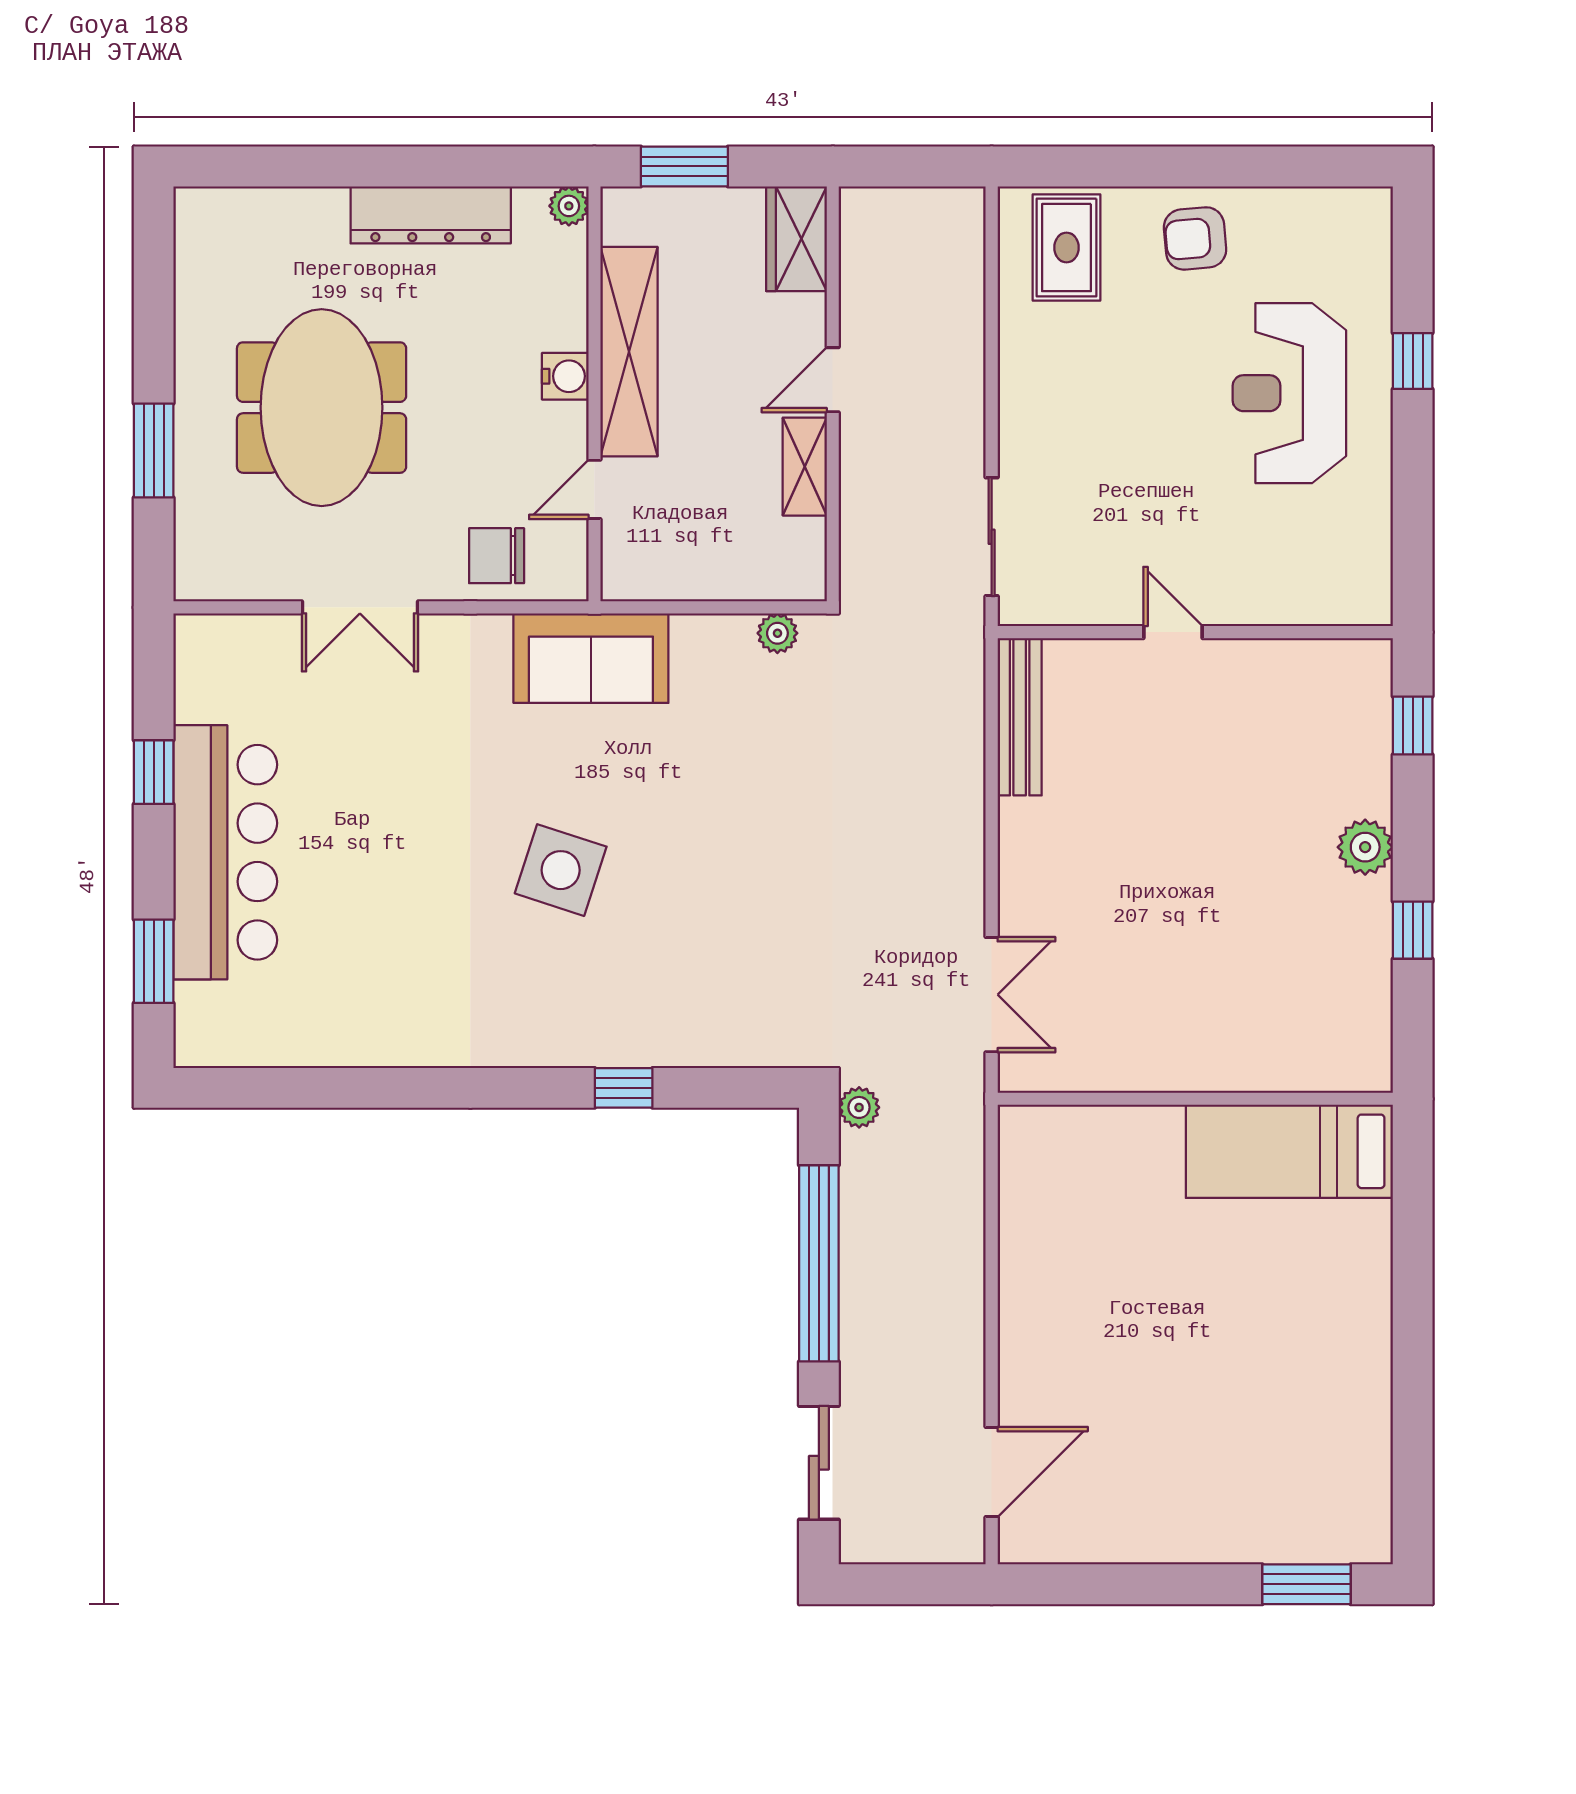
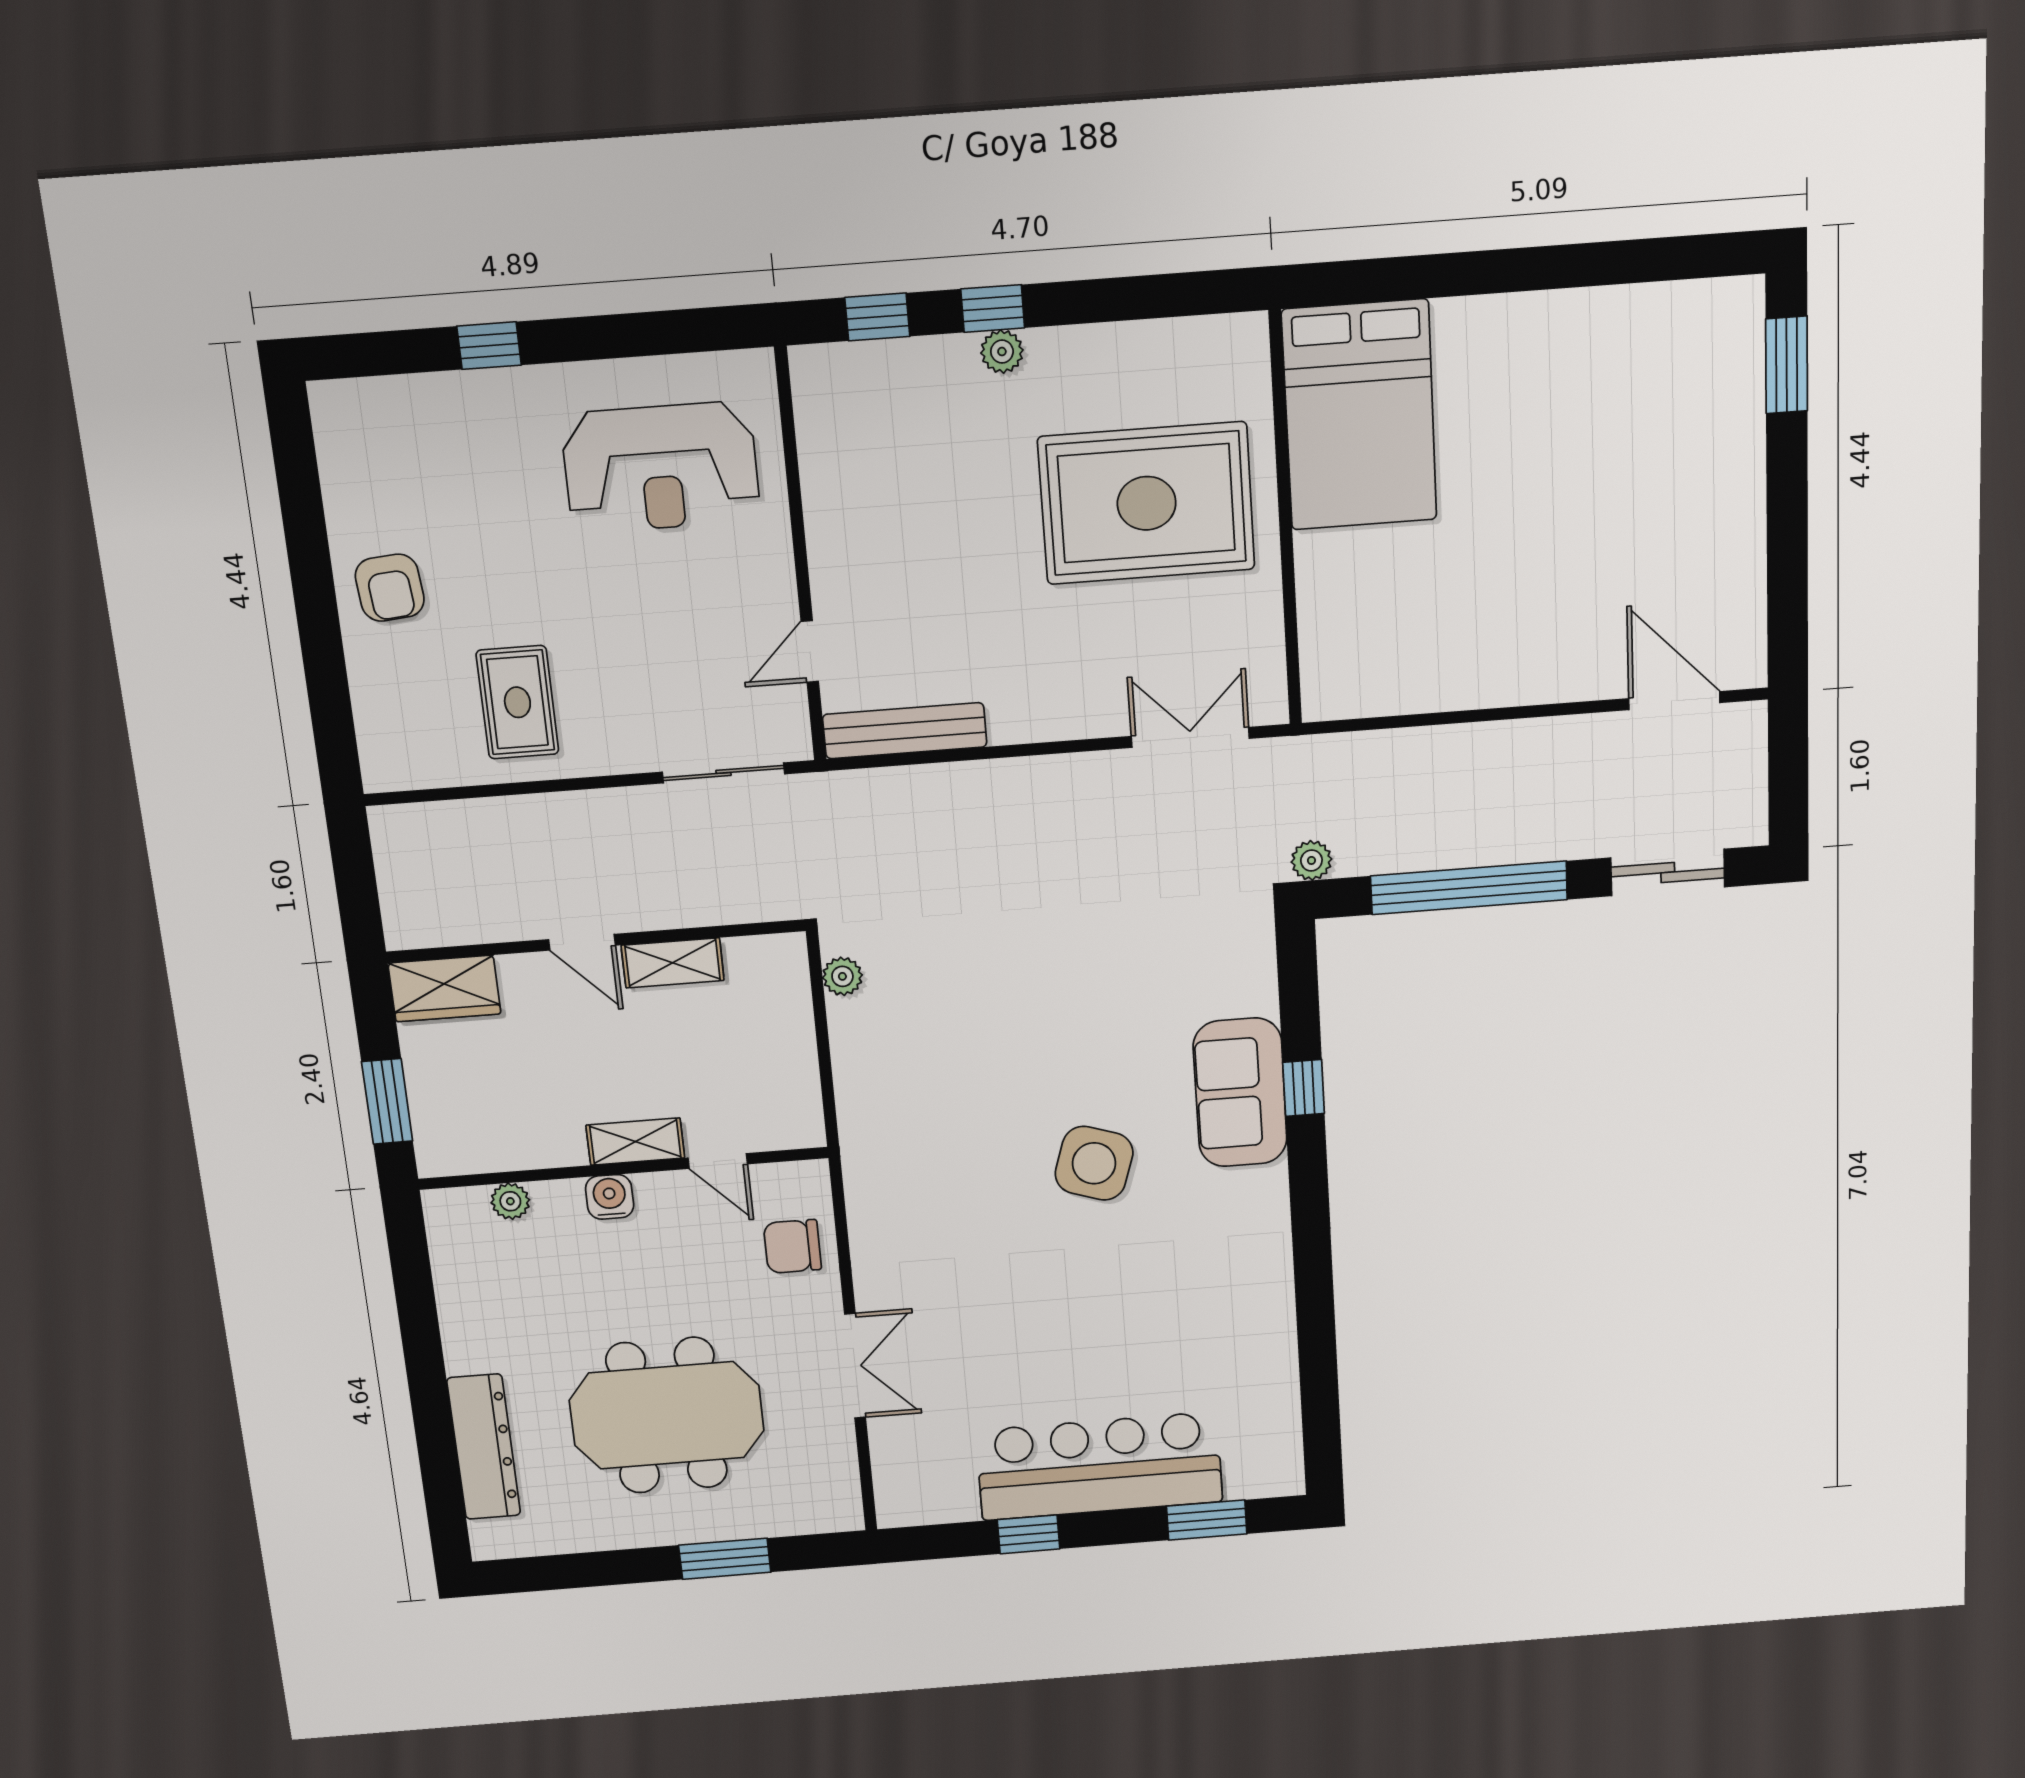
plant: (569, 206) -> (510, 1201), moved
dresser: (431, 215) -> (484, 1447), moved
rug: (1066, 248) -> (517, 702), moved, turned 90
shelving: (629, 352) -> (635, 1142), width x0.45, depth x0.75
reception desk: (1289, 393) -> (661, 467), moved
chair: (497, 556) -> (792, 1246), turned 90
door: (1173, 632) -> (810, 651), moved
sofa: (591, 658) -> (1240, 1093), moved, turned 180
plant: (1365, 847) -> (1002, 352), width x0.73, depth x0.73
window: (1413, 930) -> (993, 308), moved
rug: (1221, 967) -> (1147, 503), added
bed: (1289, 1151) -> (1360, 415), width x1.50

